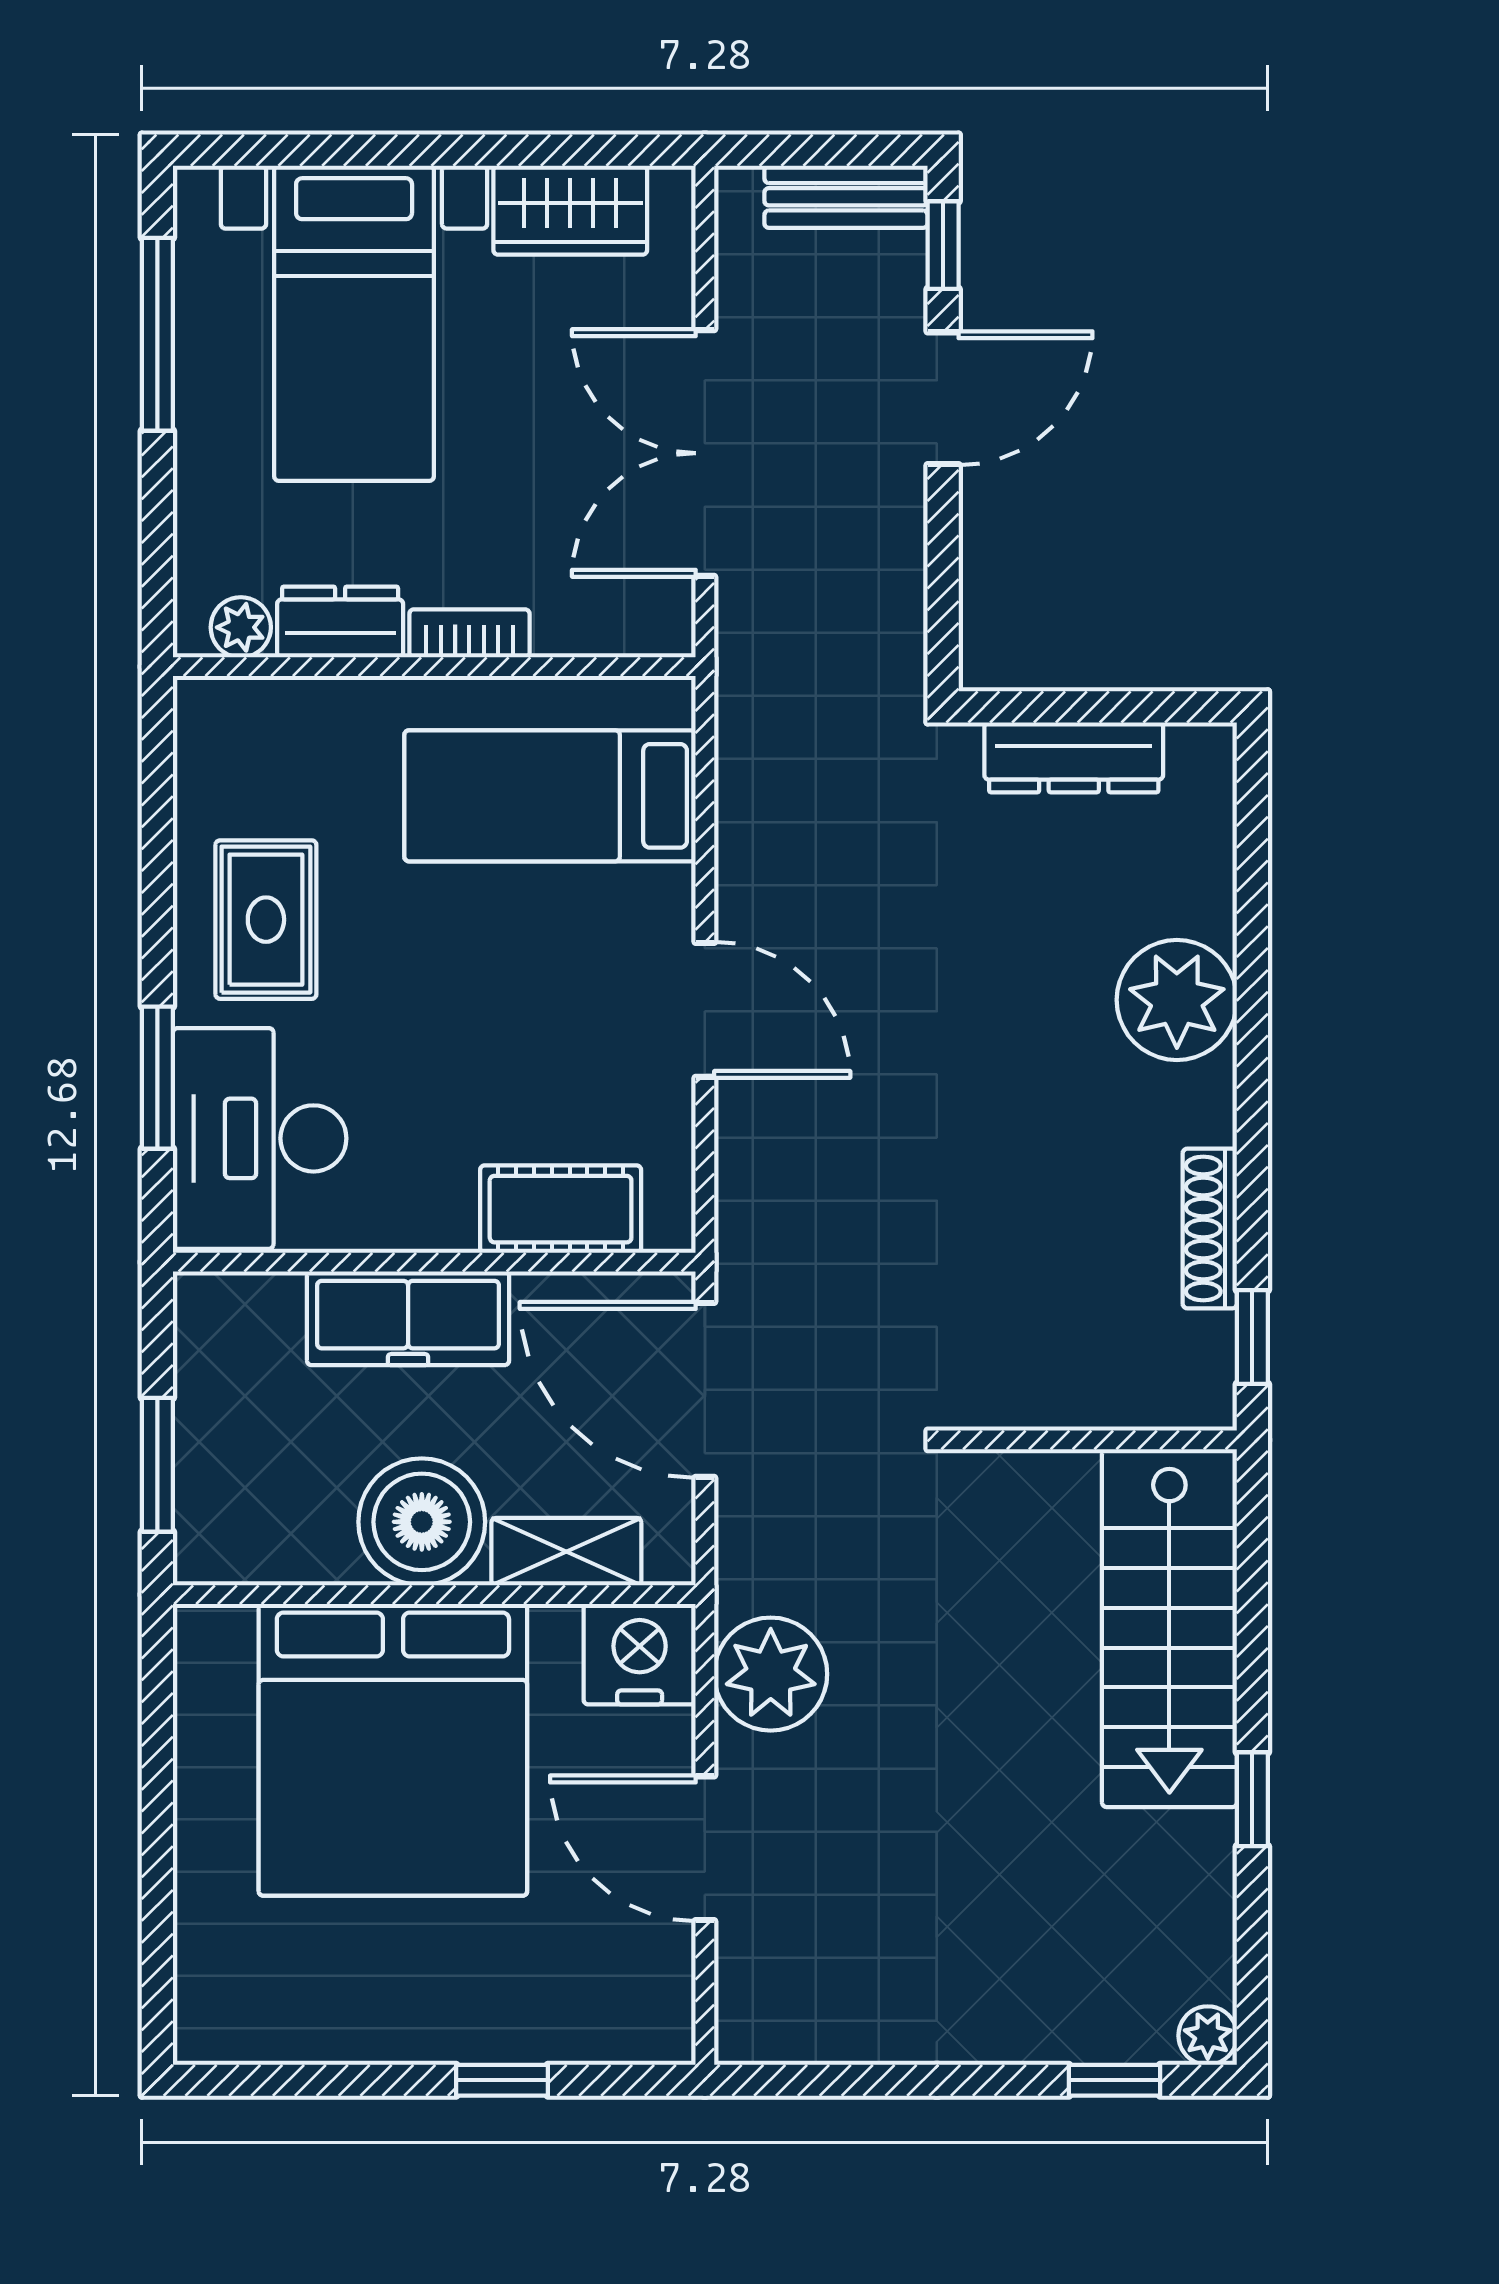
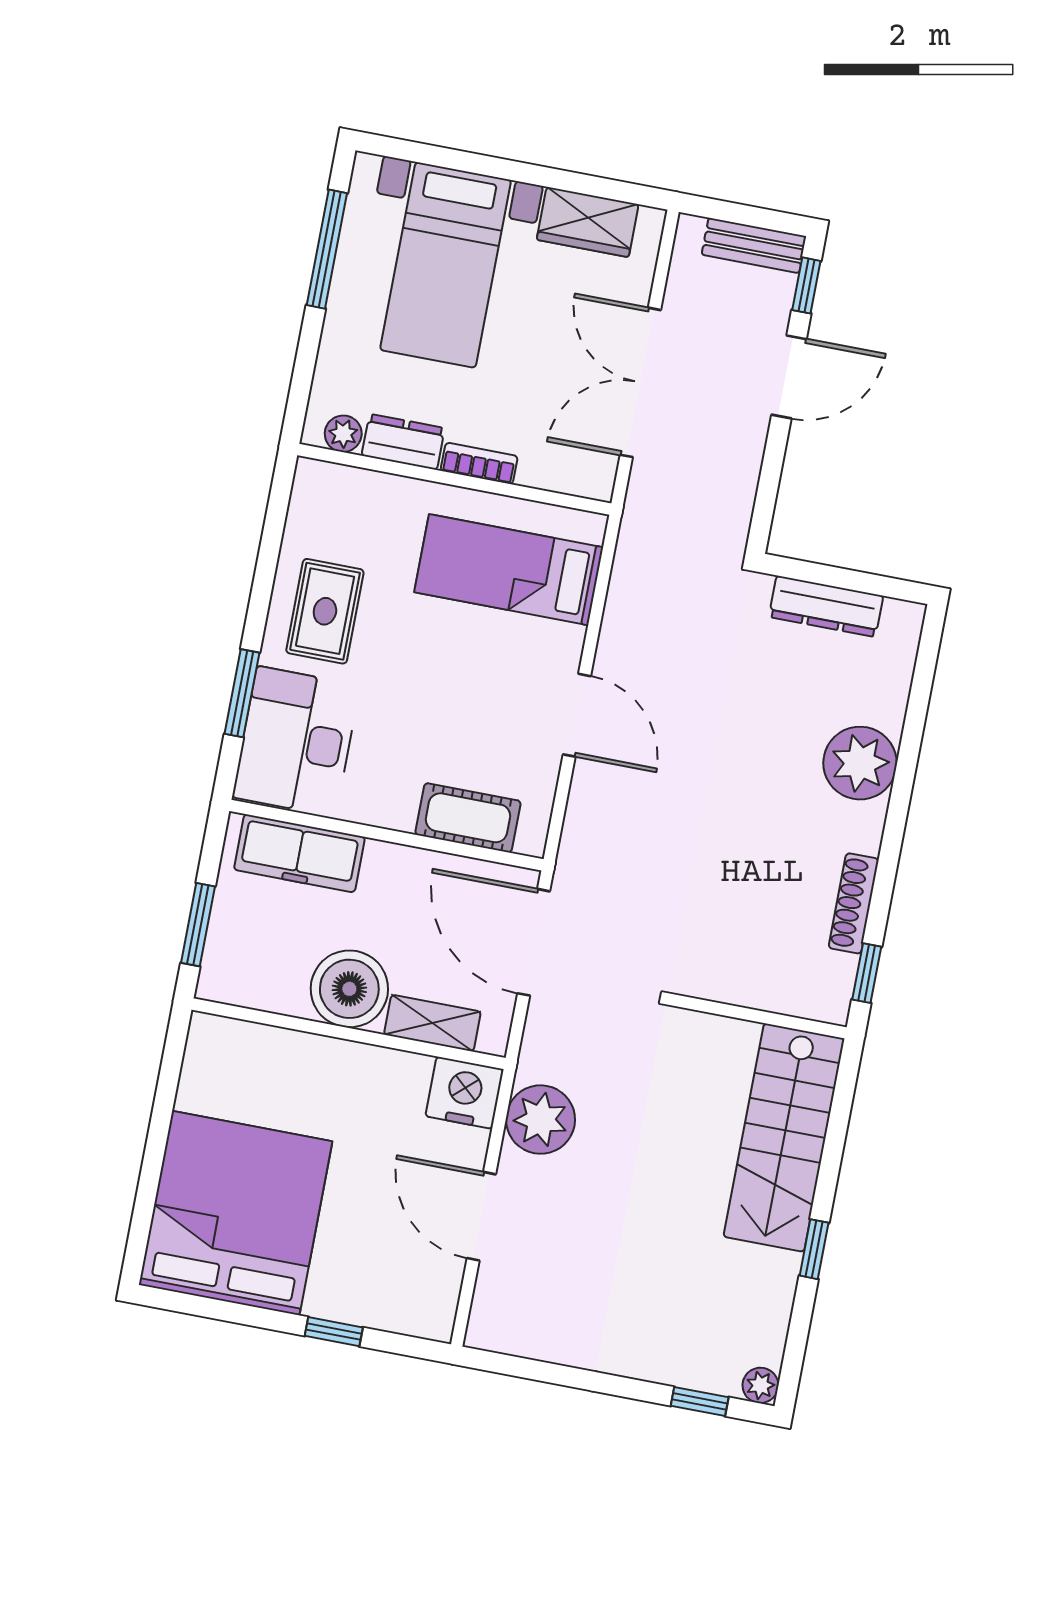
freezer: (408, 1318) -> (299, 853), moved
bed: (393, 1750) -> (236, 1213), moved, turned 180

